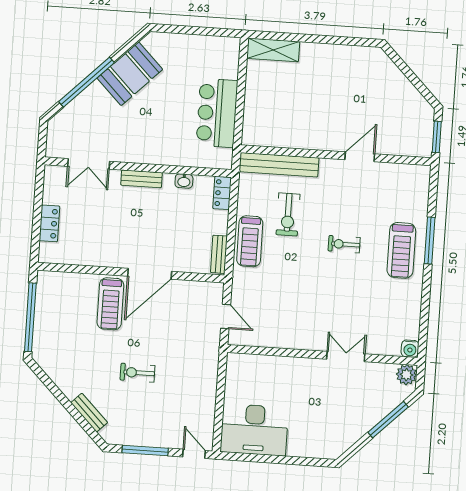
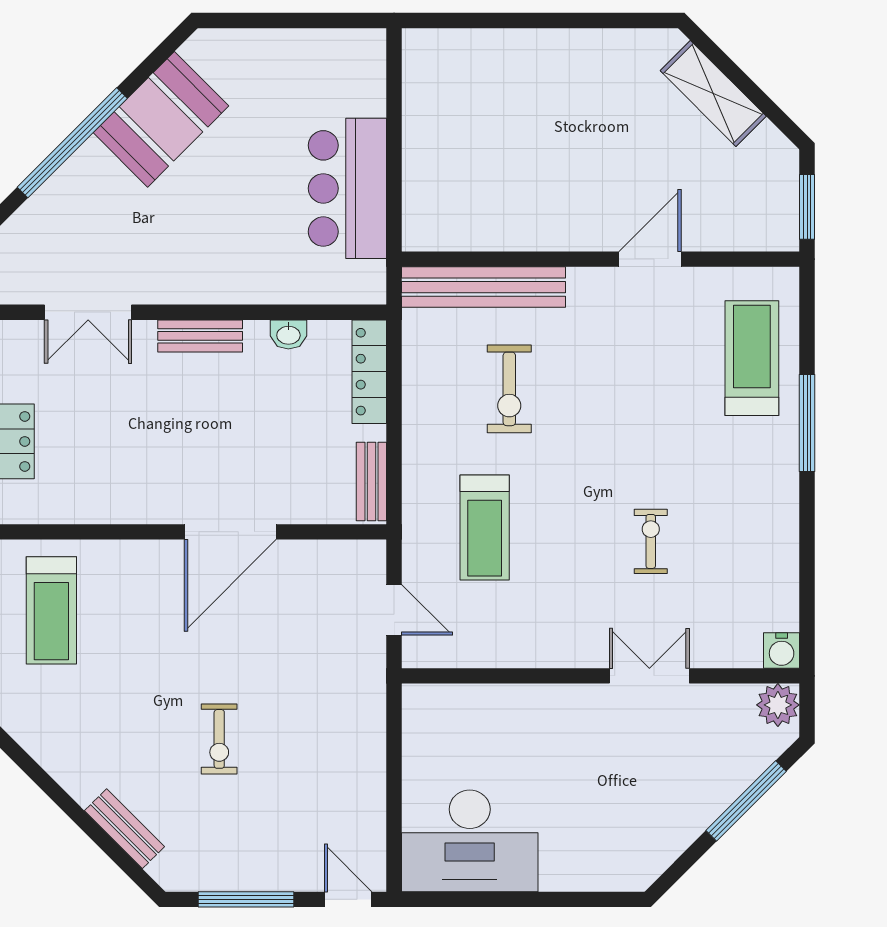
shelving: (273, 50) -> (713, 93), moved, turned 45
locker: (222, 193) -> (369, 372), width x1.53
treadmill: (250, 241) -> (485, 528), moved
exercise bike: (344, 244) -> (651, 541), moved, turned 90
treadmill: (401, 250) -> (752, 358), moved, turned 180
treadmill: (110, 304) -> (51, 610), moved
exercise bike: (138, 373) -> (219, 739), turned -90

